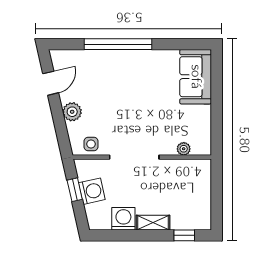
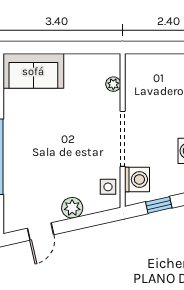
door: (51, 83) -> (41, 232), swing flipped
washing machine: (92, 191) -> (137, 179), moved, turned 103

